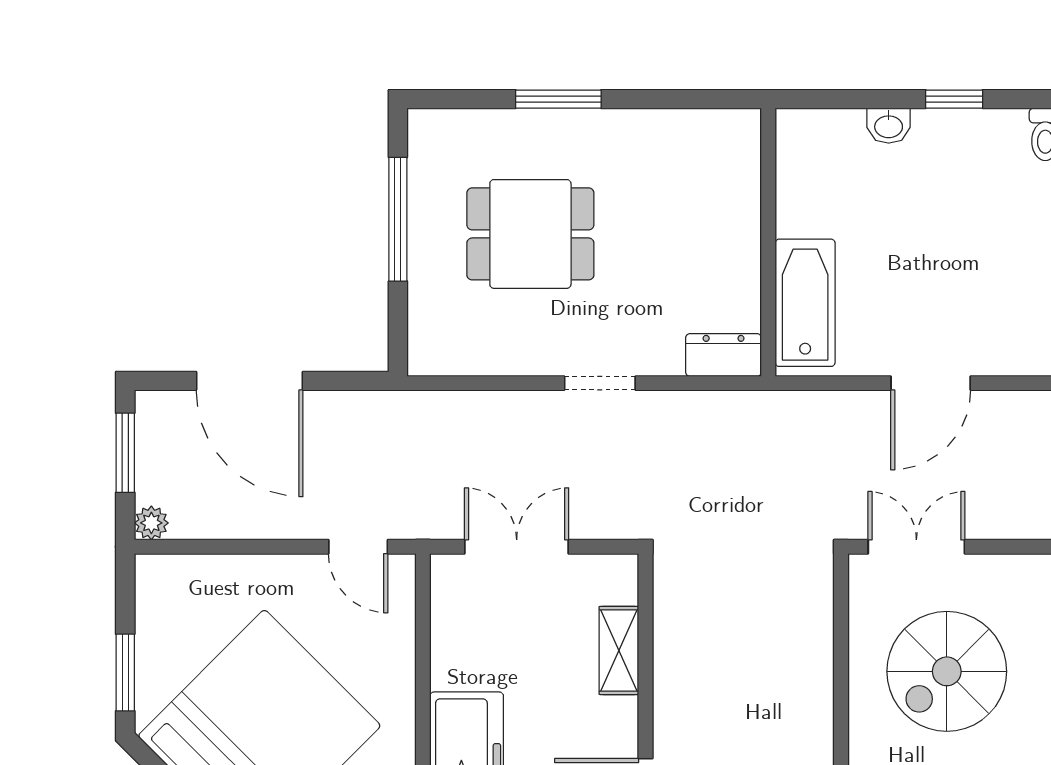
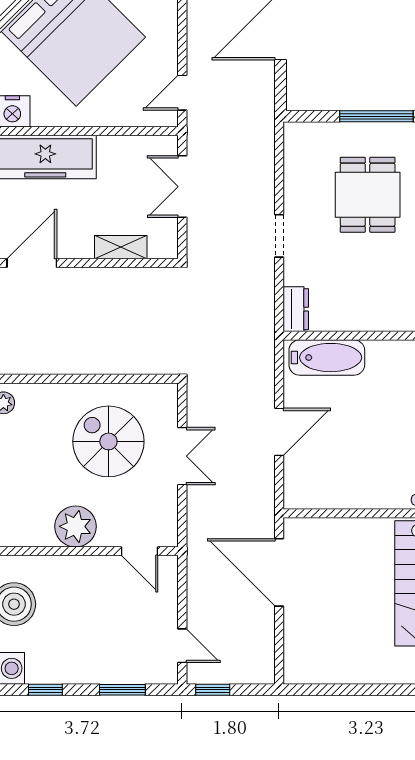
door: (931, 383) -> (279, 432), swing flipped
double door: (517, 547) -> (182, 187), swing flipped
double door: (916, 547) -> (182, 456), moved

